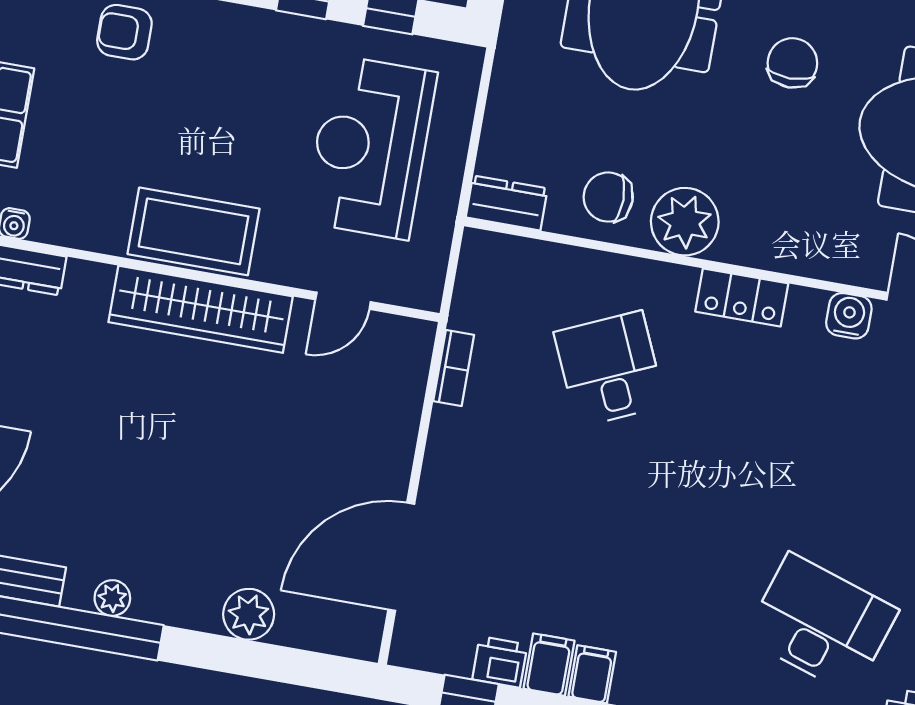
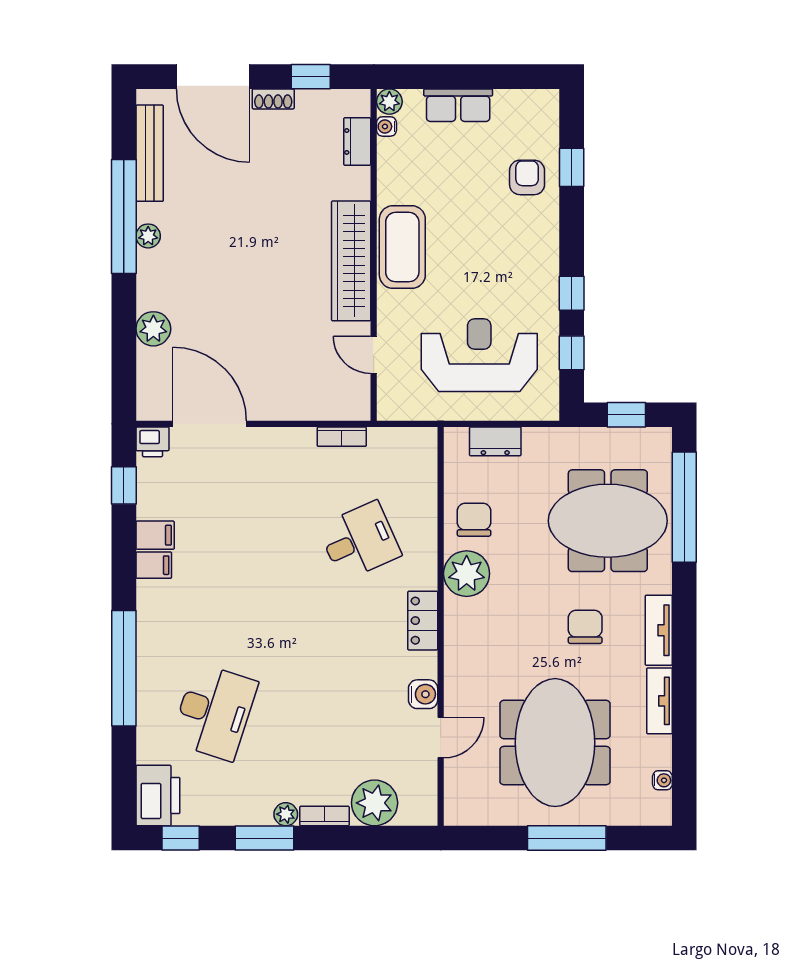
chair: (792, 63) -> (585, 627), turned -90
dresser: (507, 203) -> (495, 441), moved, turned 90
printer: (500, 662) -> (153, 442), moved, turned 90

